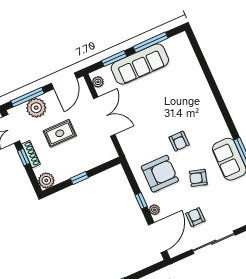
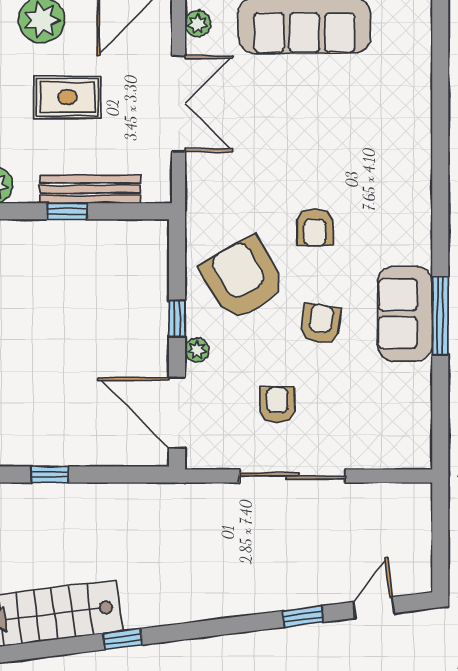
bench: (85, 165) -> (90, 189), added
armchair: (160, 174) -> (243, 278), turned -120
armchair: (198, 178) -> (321, 324), turned 82
door: (157, 238) -> (177, 413), swing flipped

